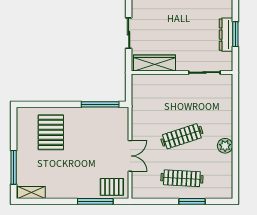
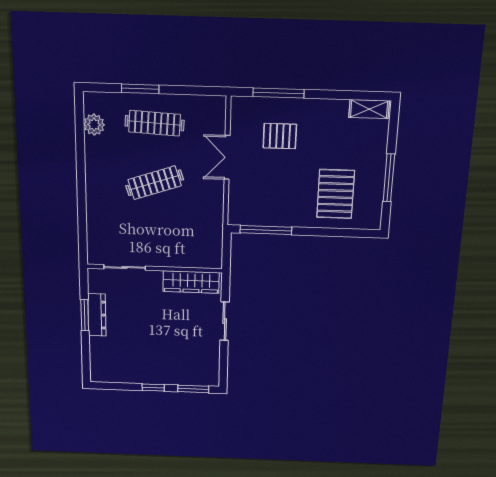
plant: (225, 146) -> (94, 125), moved
window: (14, 167) -> (389, 178), moved
pallet: (112, 187) -> (280, 136), moved

